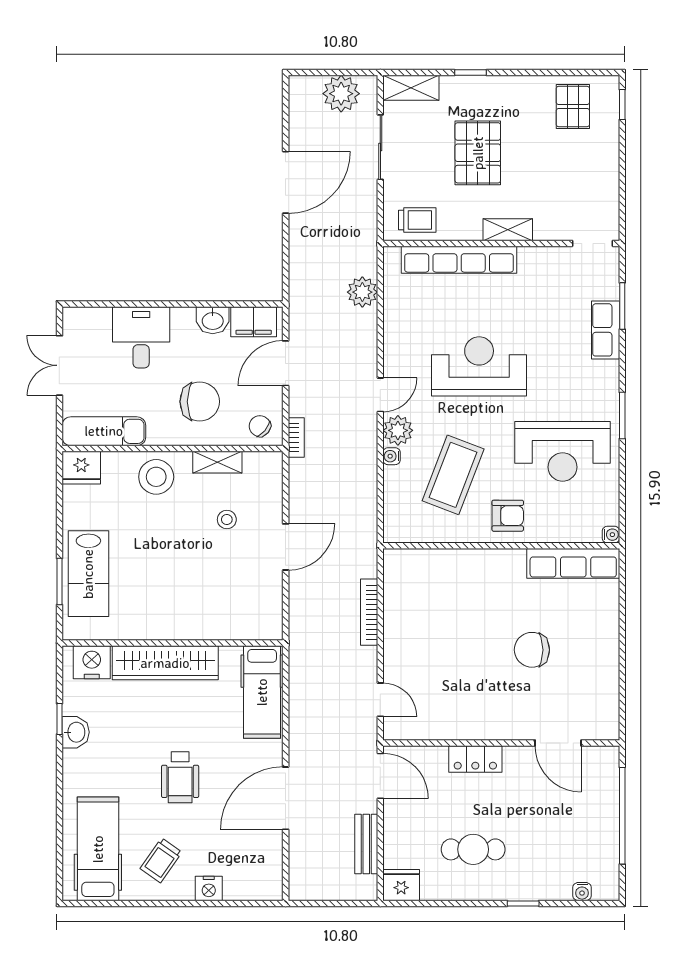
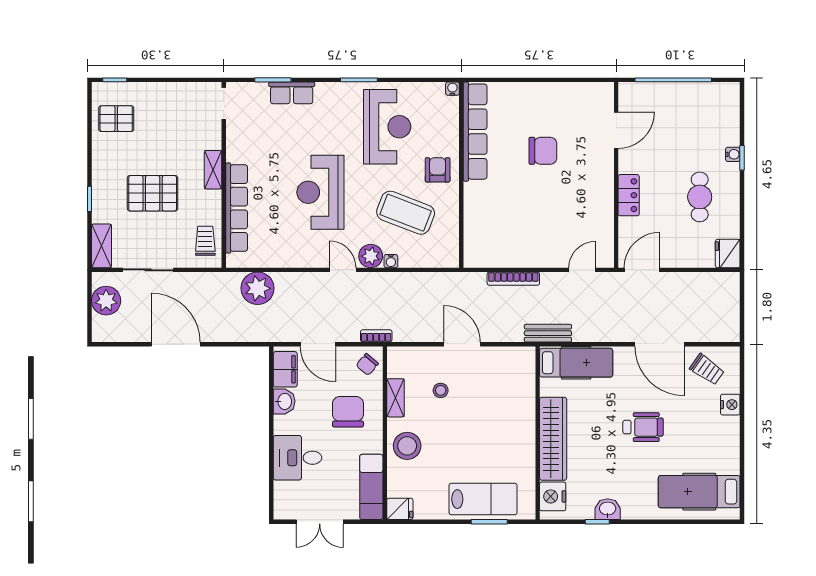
plant: (362, 292) -> (258, 288), width x1.36, depth x1.36
fridge: (81, 468) -> (400, 509), width x0.72
row of seats: (573, 563) -> (475, 132), width x1.36
chair: (532, 650) -> (543, 151), turned -90
bench: (366, 844) -> (548, 333), moved
trolley: (161, 860) -> (707, 369), moved
water cooler: (582, 892) -> (733, 154), moved

